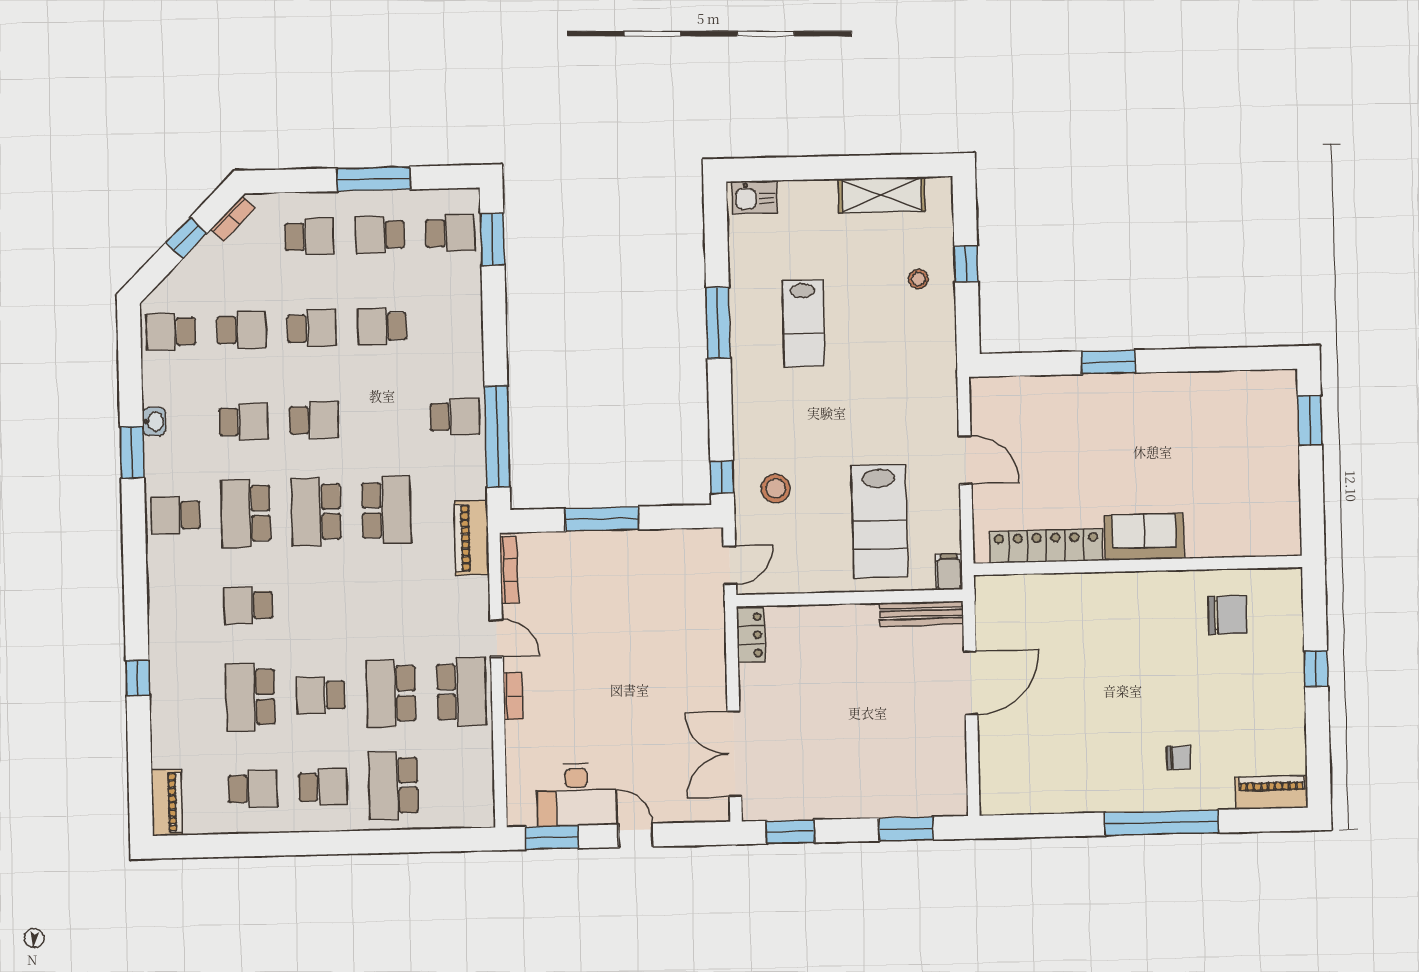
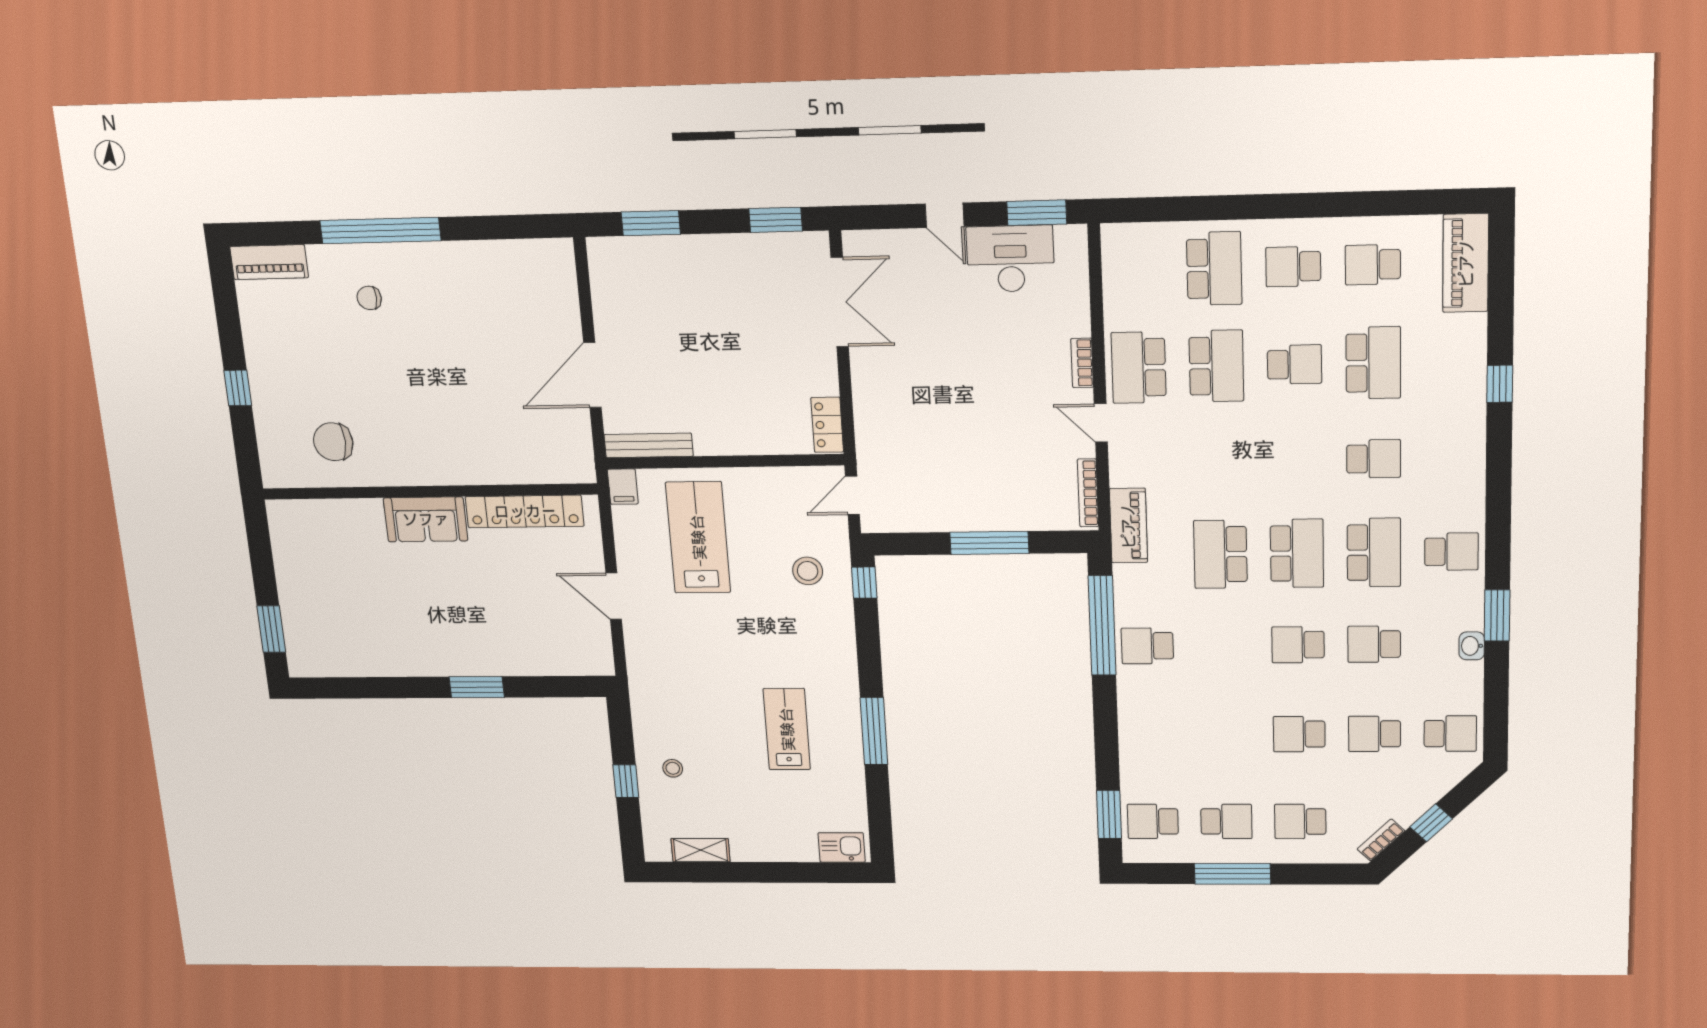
shelving: (881, 195) -> (701, 850), width x0.67, depth x0.75
school desk: (382, 326) -> (1224, 734), removed
piano: (167, 802) -> (1466, 263), width x1.37, depth x1.33

